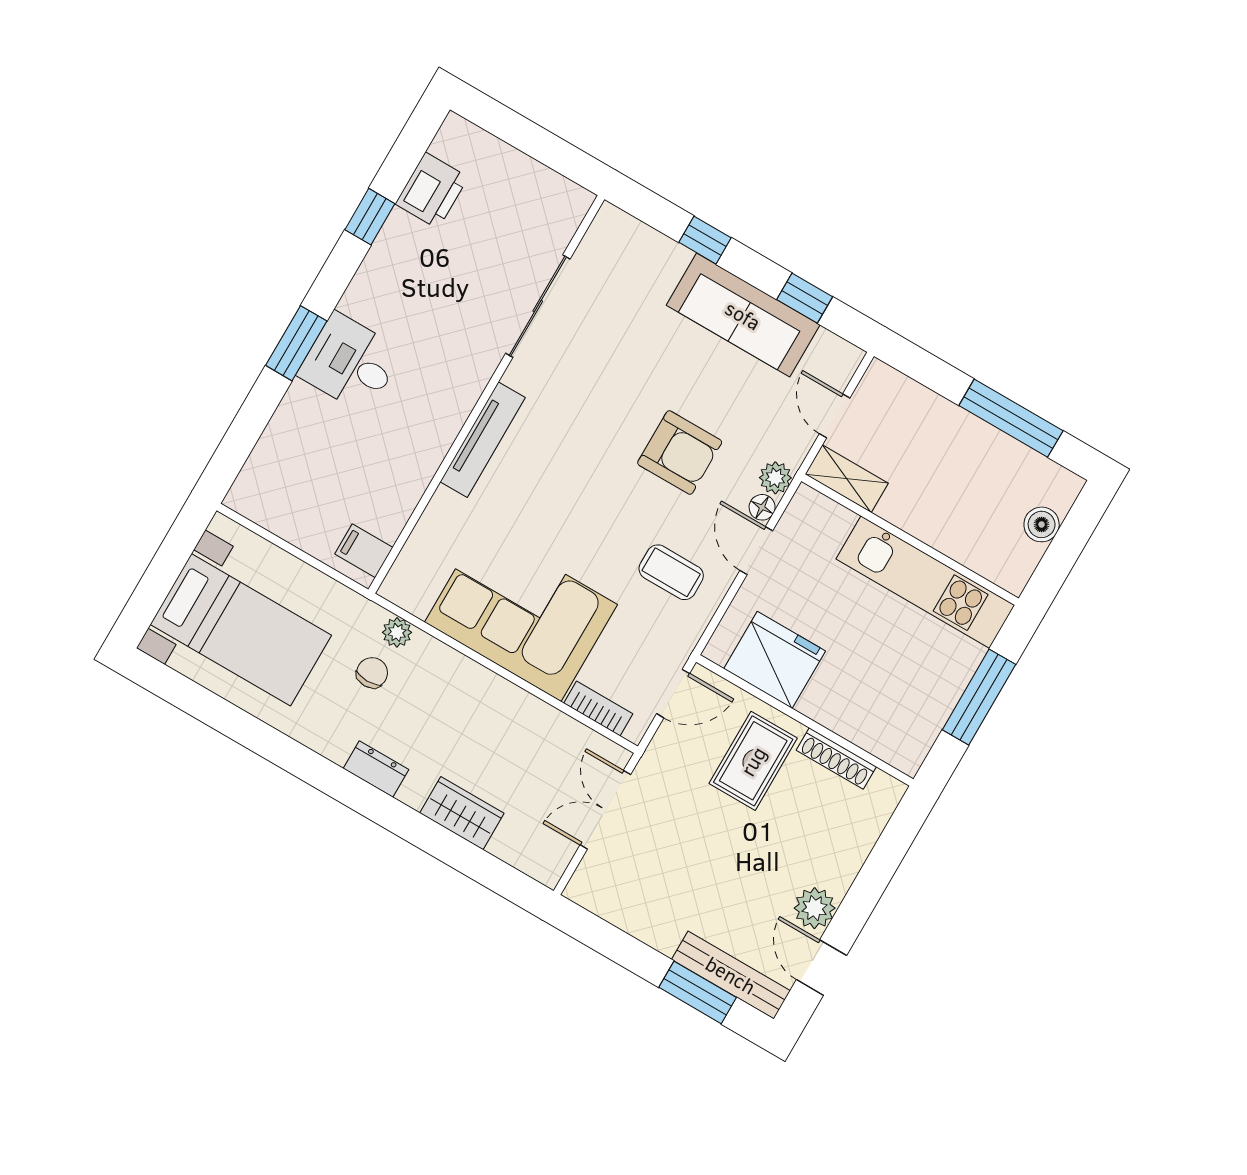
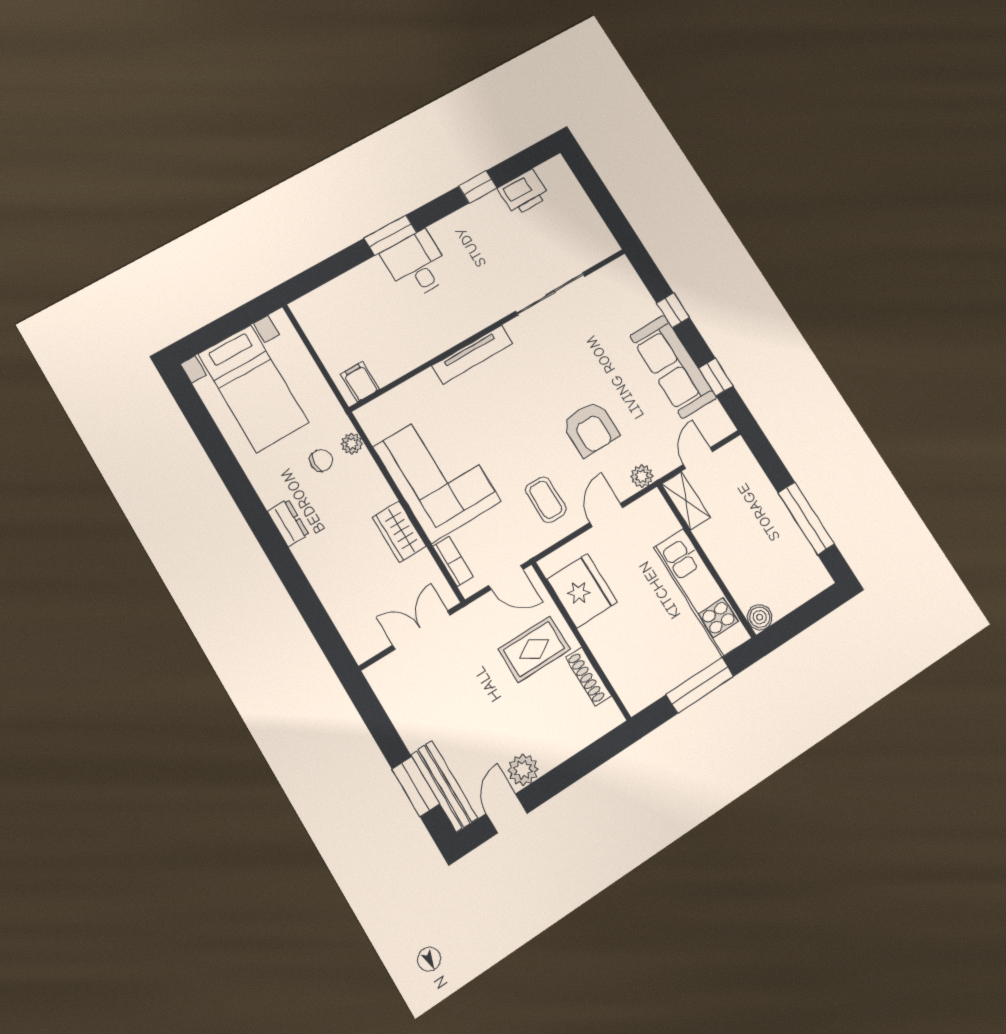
floor lamp: (762, 507) -> (624, 490), removed
boiler: (1042, 524) -> (760, 617), moved
wardrobe: (462, 813) -> (399, 532), moved, turned 180

